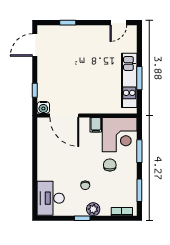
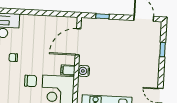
water cooler: (43, 107) -> (84, 71), moved

